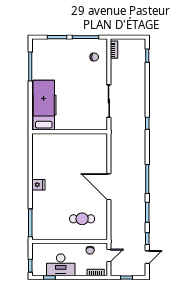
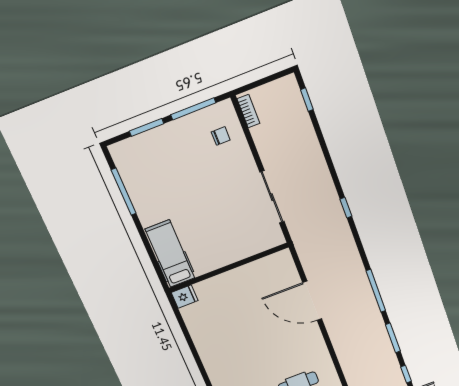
hospital bed: (44, 105) -> (170, 254), width x0.73, depth x0.78
fridge: (38, 185) -> (185, 297), moved
door: (109, 187) -> (312, 301), moved

